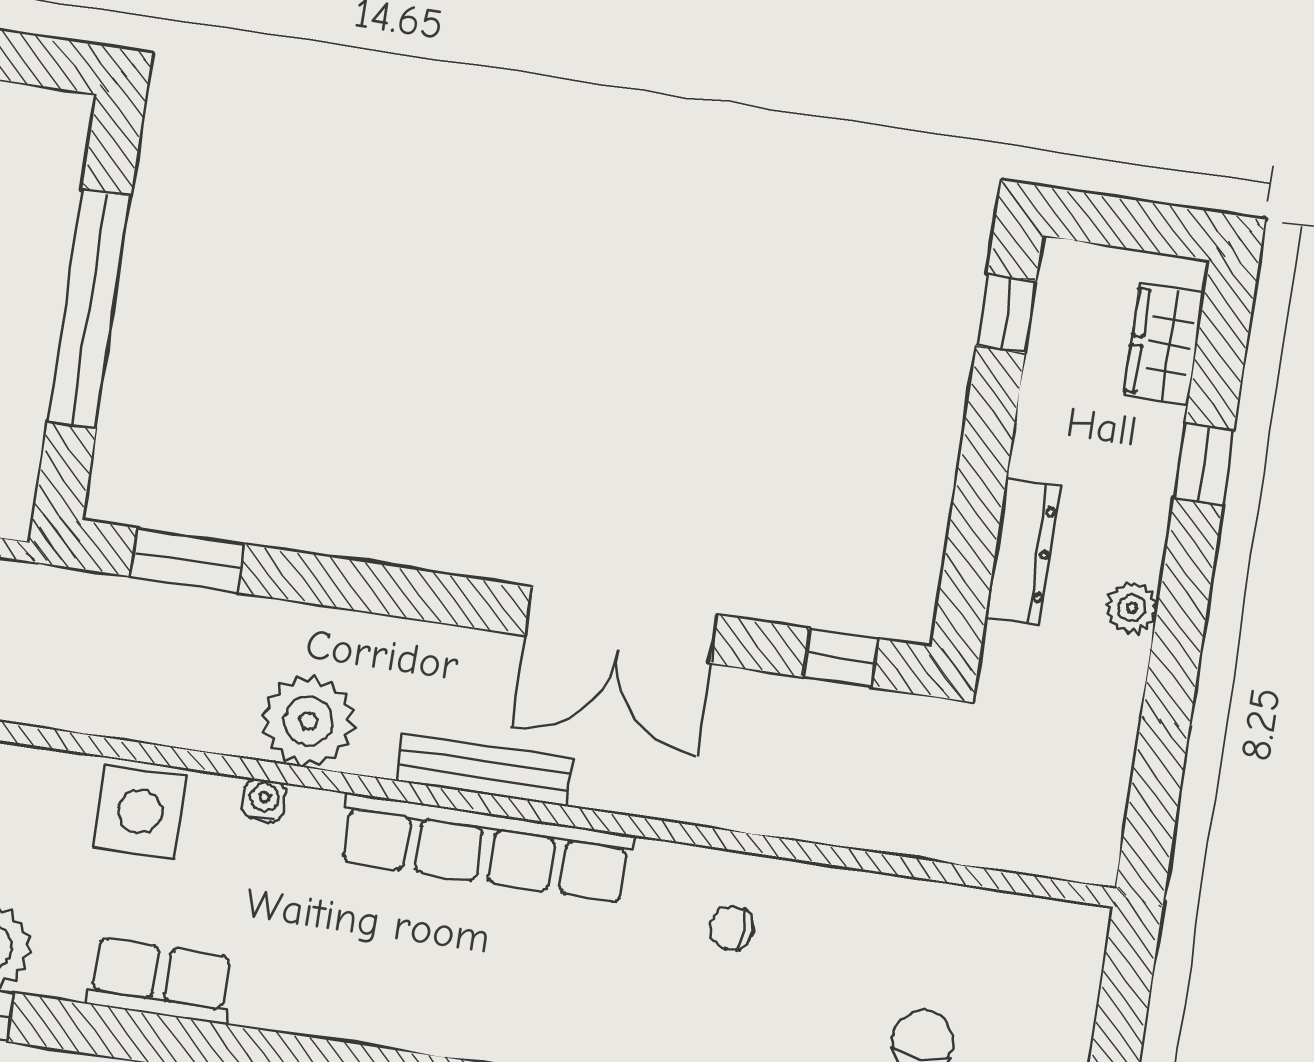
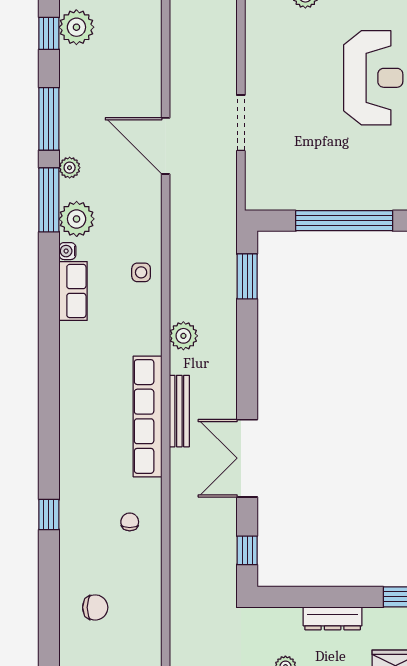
dresser: (1023, 552) -> (333, 618), moved
plant: (308, 721) -> (183, 336), width x0.73, depth x0.73
water cooler: (264, 800) -> (67, 251), moved, turned 180
side table: (140, 812) -> (141, 272), width x0.54, depth x0.54

